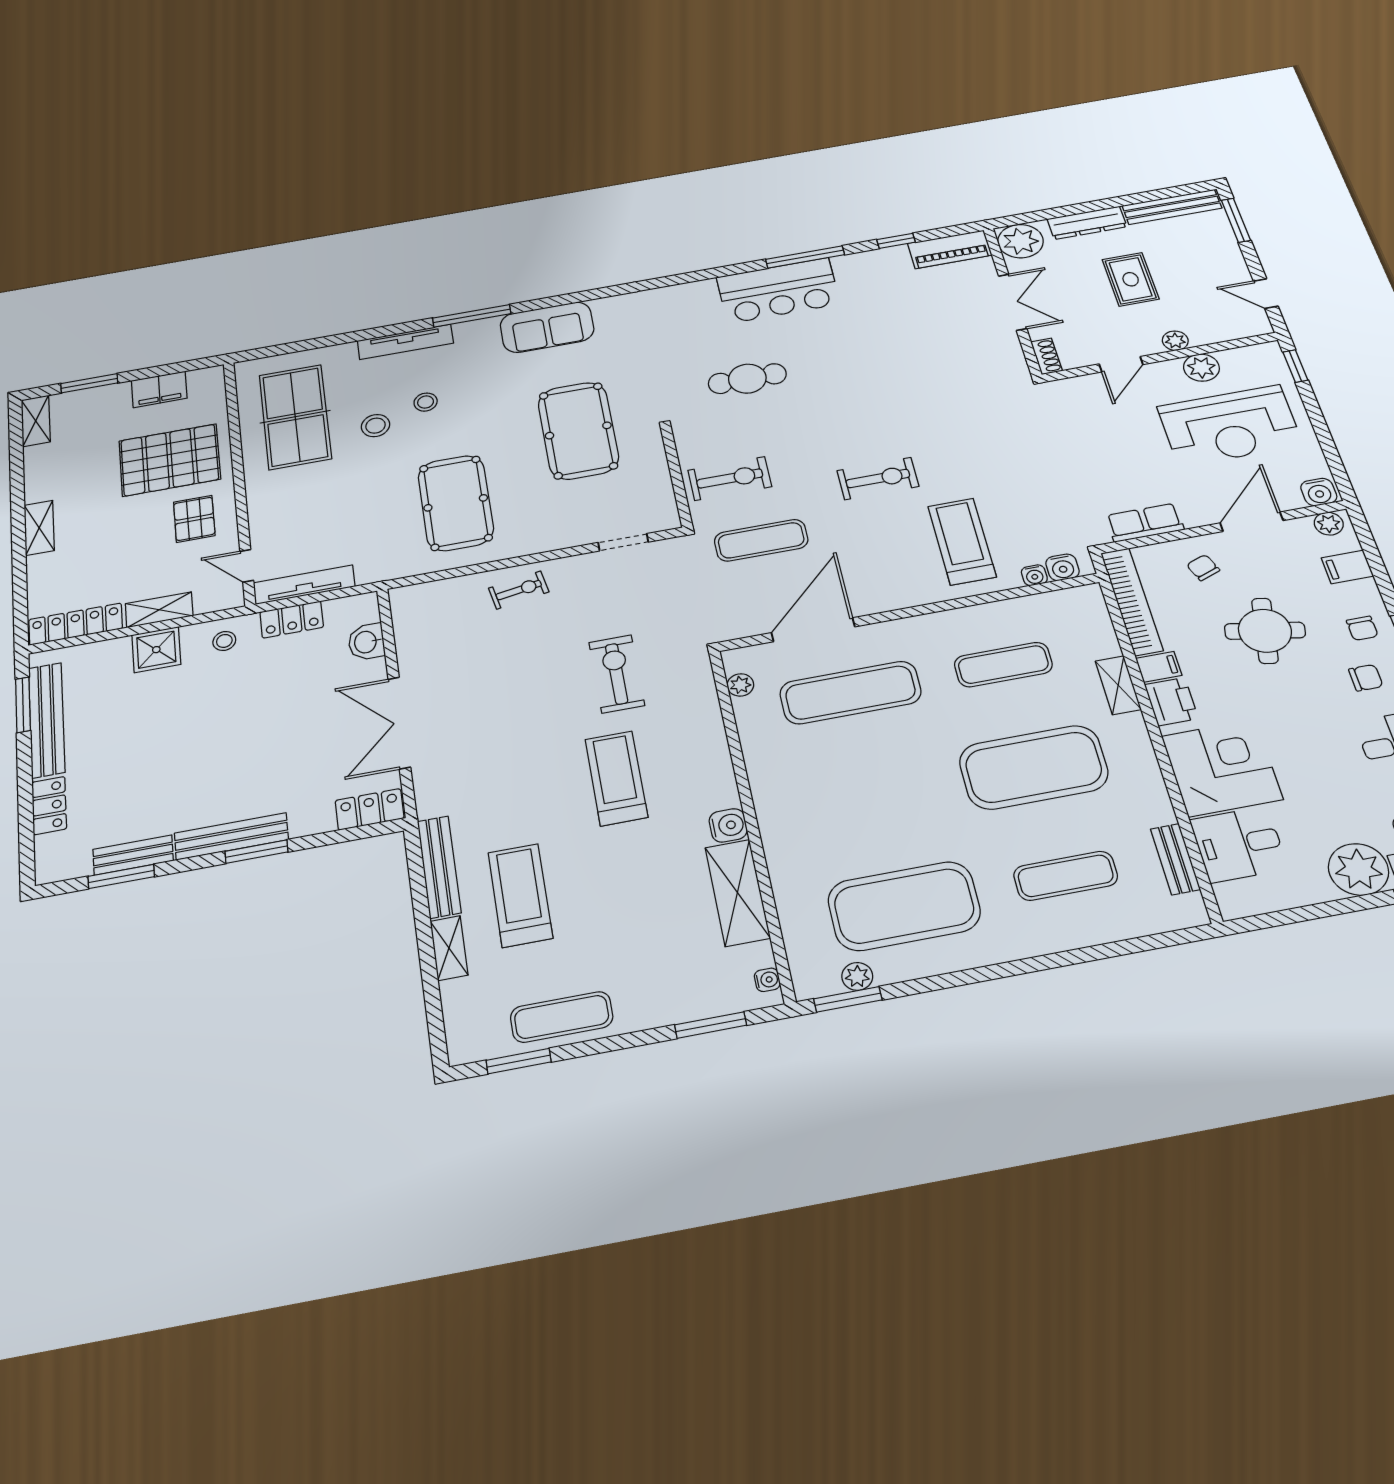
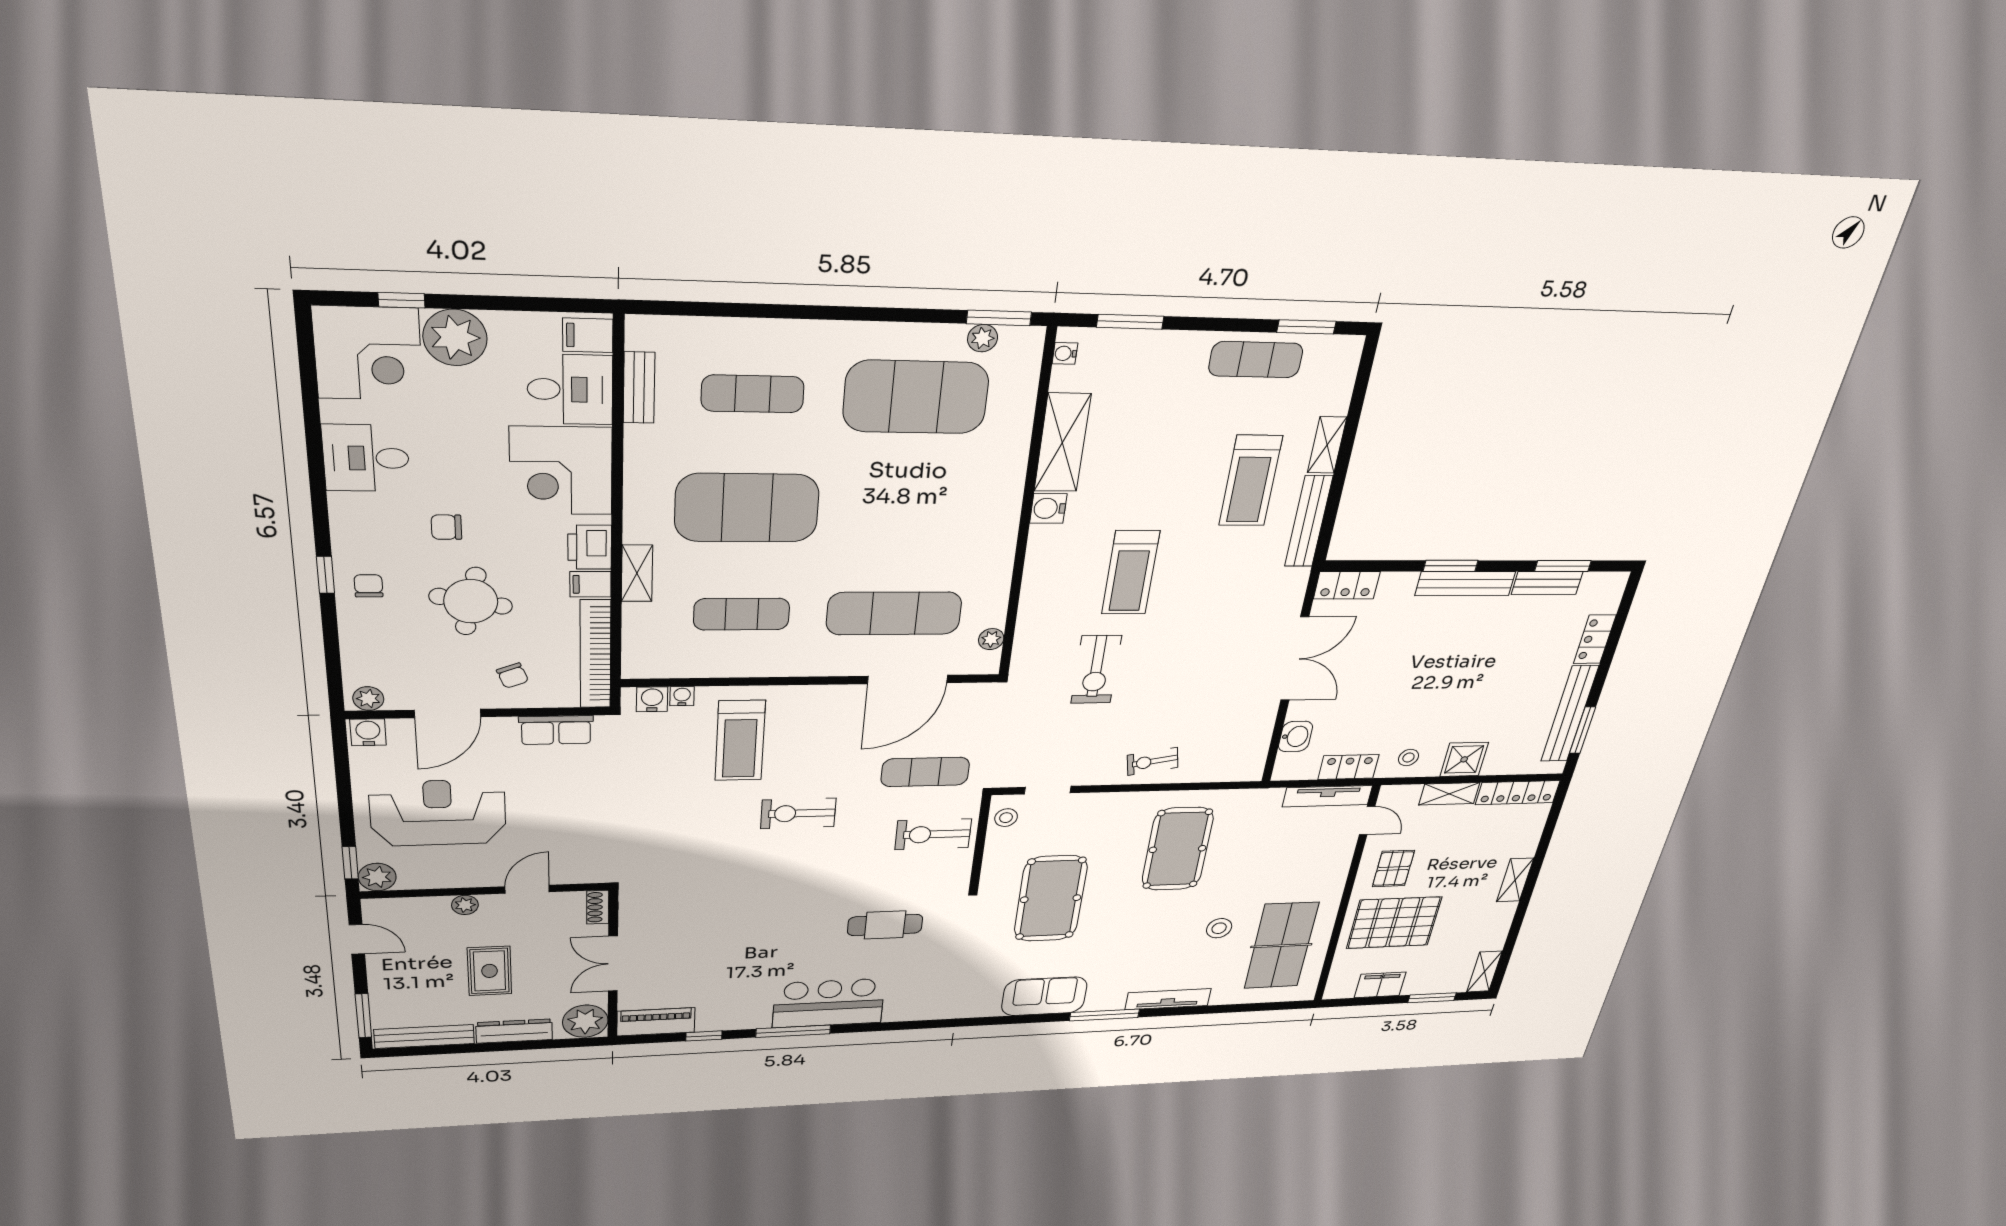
plant: (1201, 368) -> (377, 877), moved
stool: (426, 402) -> (1006, 818), moved
filing cabinet: (1347, 567) -> (588, 335), moved, turned 180
chair: (1366, 678) -> (446, 527), moved

